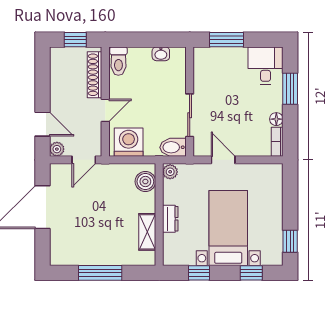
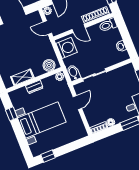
window: (251, 273) -> (23, 142), removed

